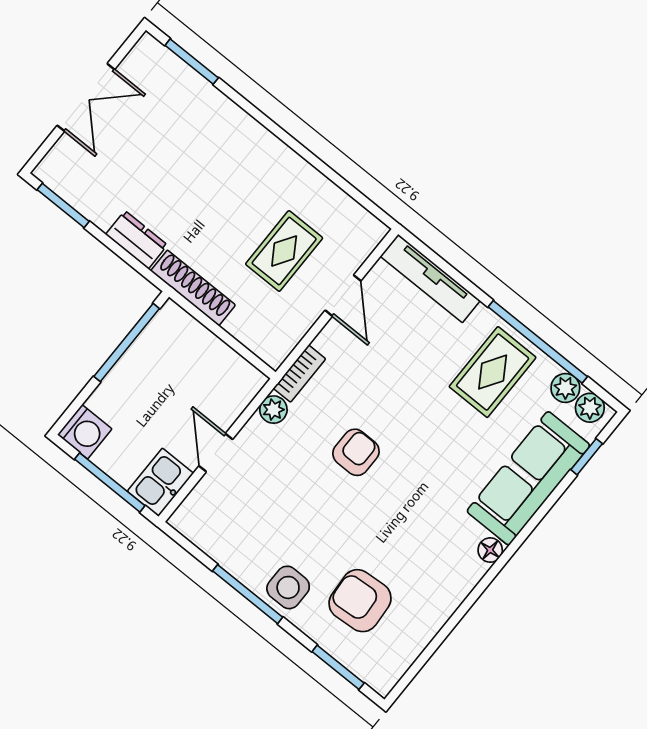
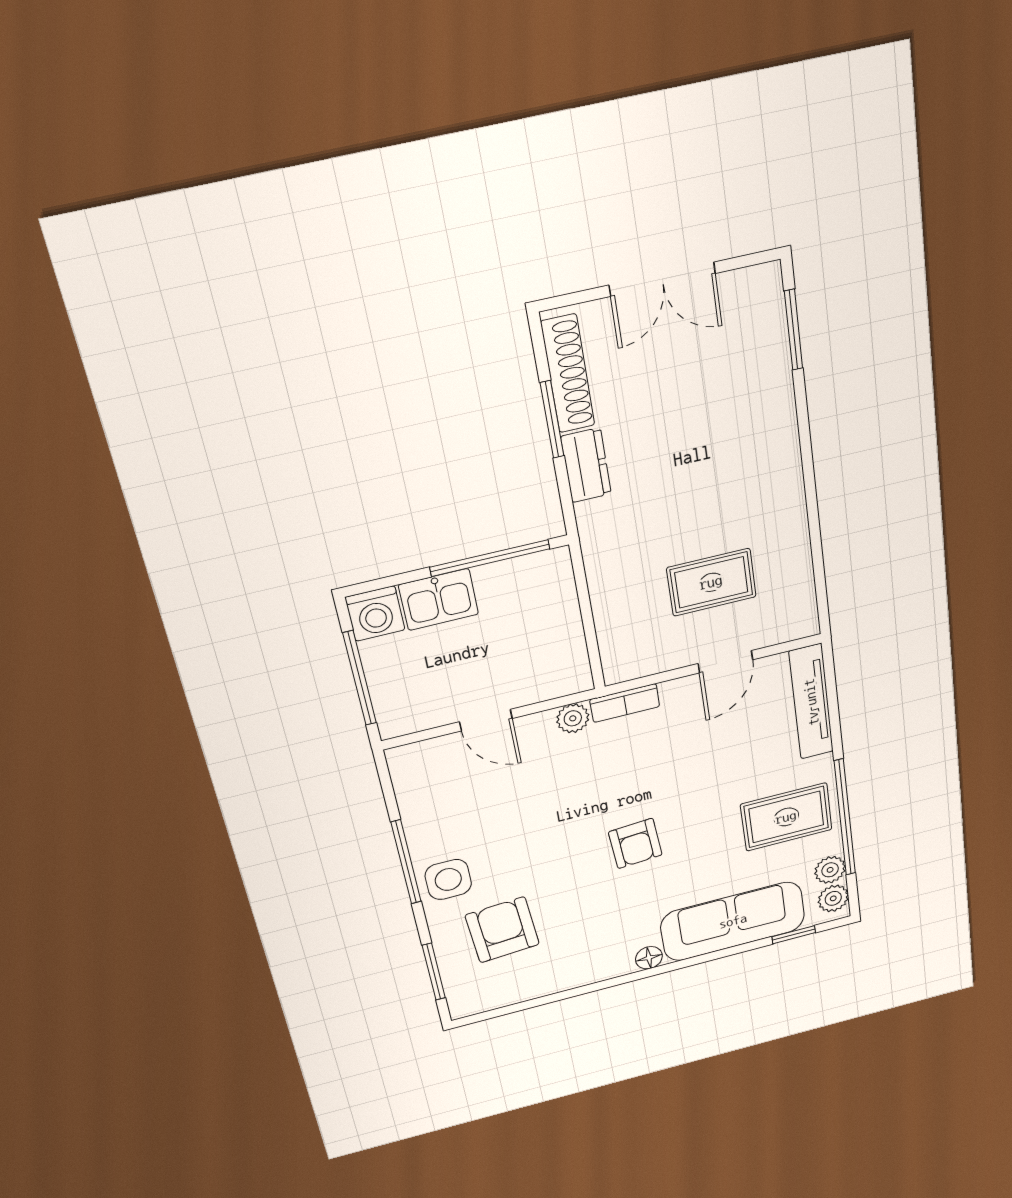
window: (63, 205) -> (552, 419), moved
shoe rack: (193, 288) -> (568, 374), moved
armchair: (356, 452) -> (635, 843), moved, turned 86
door: (216, 453) -> (486, 720), swing flipped
kitchen sink: (160, 482) -> (439, 599), moved, turned 180

